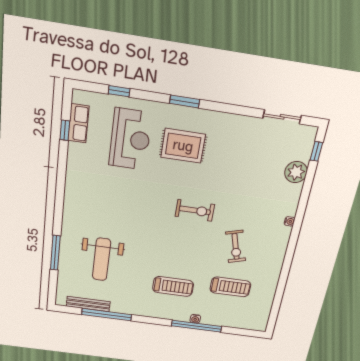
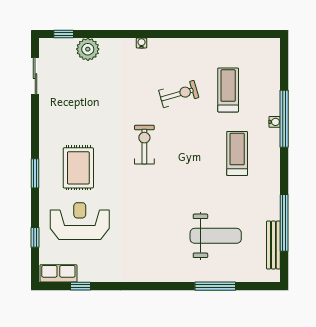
row of seats: (78, 123) -> (58, 273), moved

